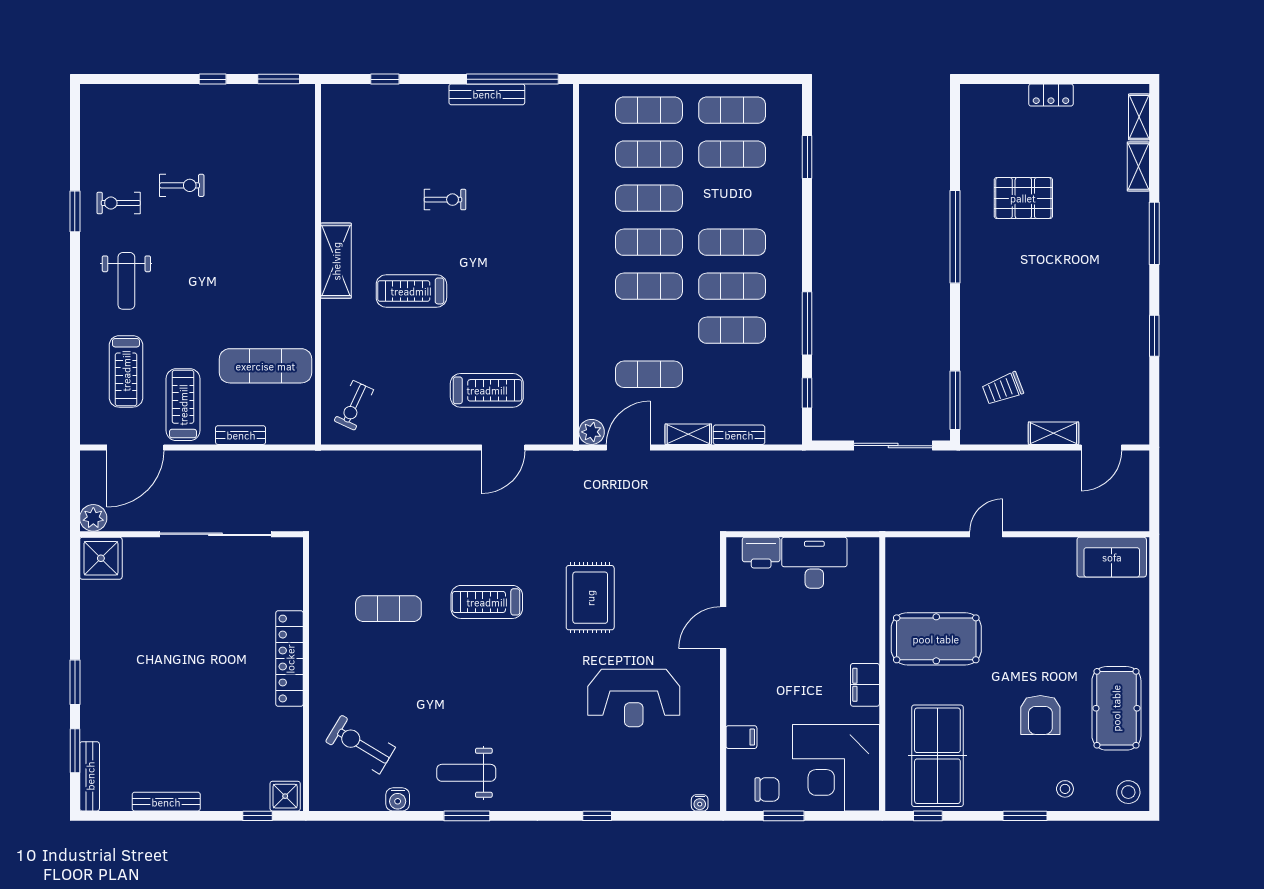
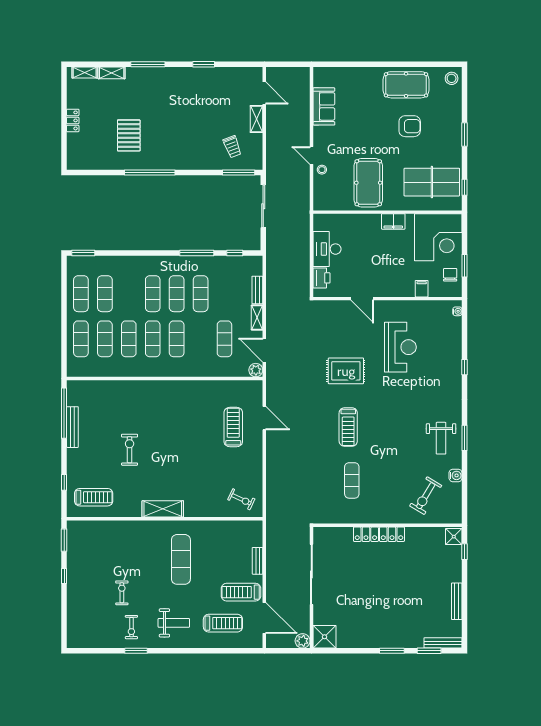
window: (807, 157) -> (83, 253), moved
exercise bike: (445, 200) -> (130, 450), width x1.38, depth x1.39
treadmill: (411, 291) -> (94, 497), moved, turned -90
exercise mat: (265, 366) -> (181, 559), moved
sofa: (1112, 557) -> (324, 106), moved
stool: (1065, 789) -> (322, 170), moved

